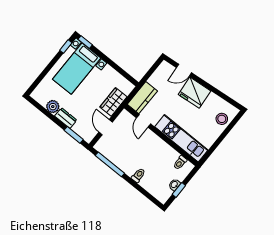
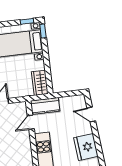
fridge: (195, 93) -> (86, 147), moved
wardrobe: (113, 102) -> (40, 83), moved, turned -90

